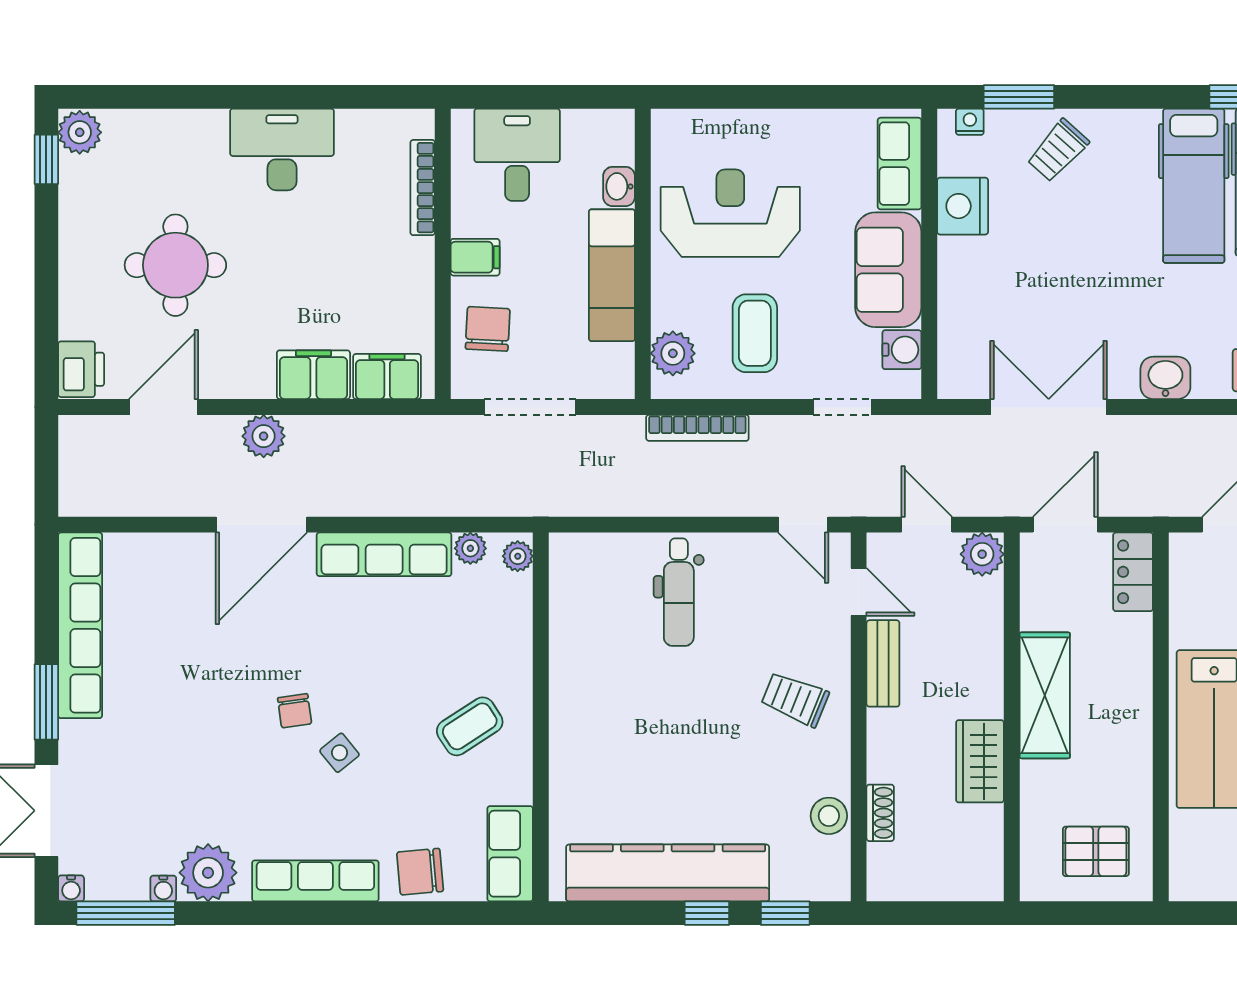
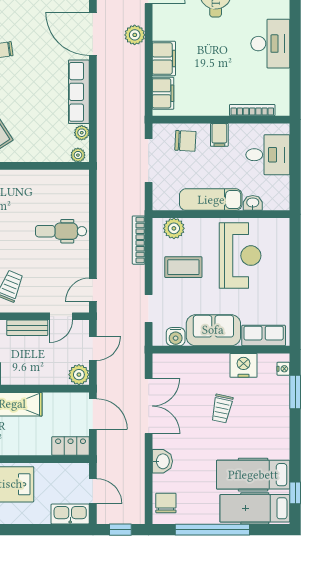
trolley: (1058, 150) -> (222, 409), moved, turned -120

